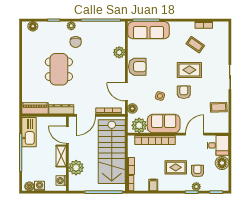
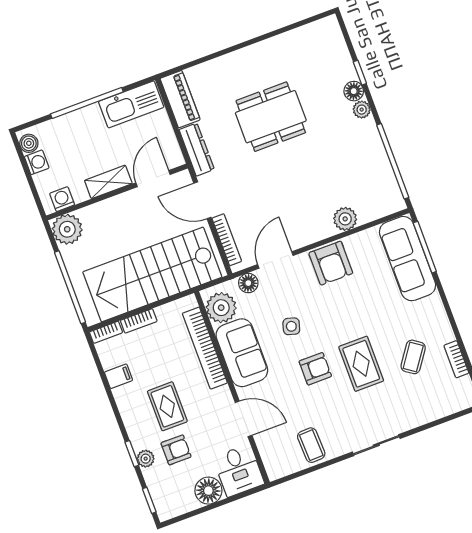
floor lamp: (33, 26) -> (354, 91), moved
chair: (76, 42) -> (334, 129), removed
plant: (76, 168) -> (67, 229), moved

